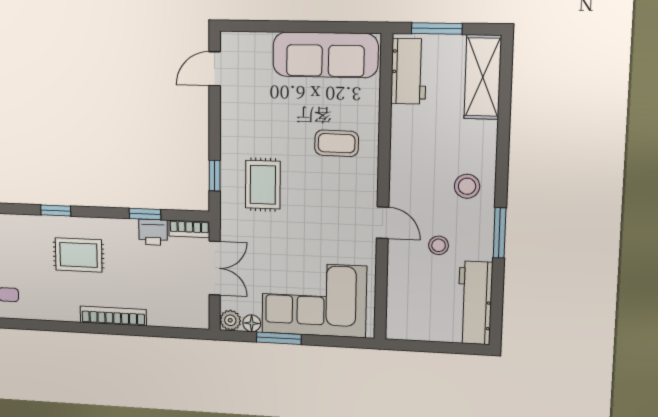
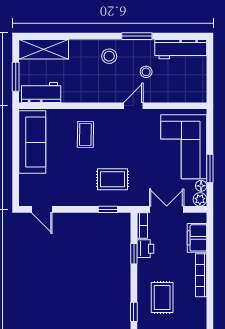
filing cabinet: (170, 313) -> (197, 238), added

